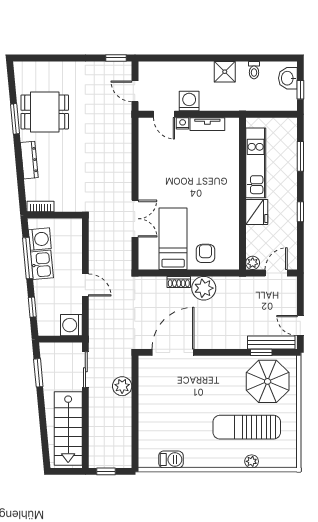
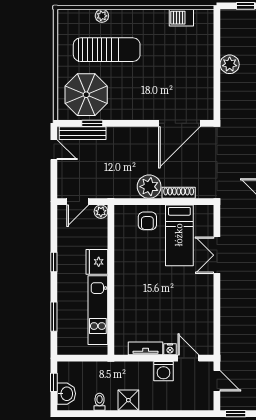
shoe rack: (179, 282) -> (179, 193), width x1.43
plant: (122, 386) -> (230, 64), moved

